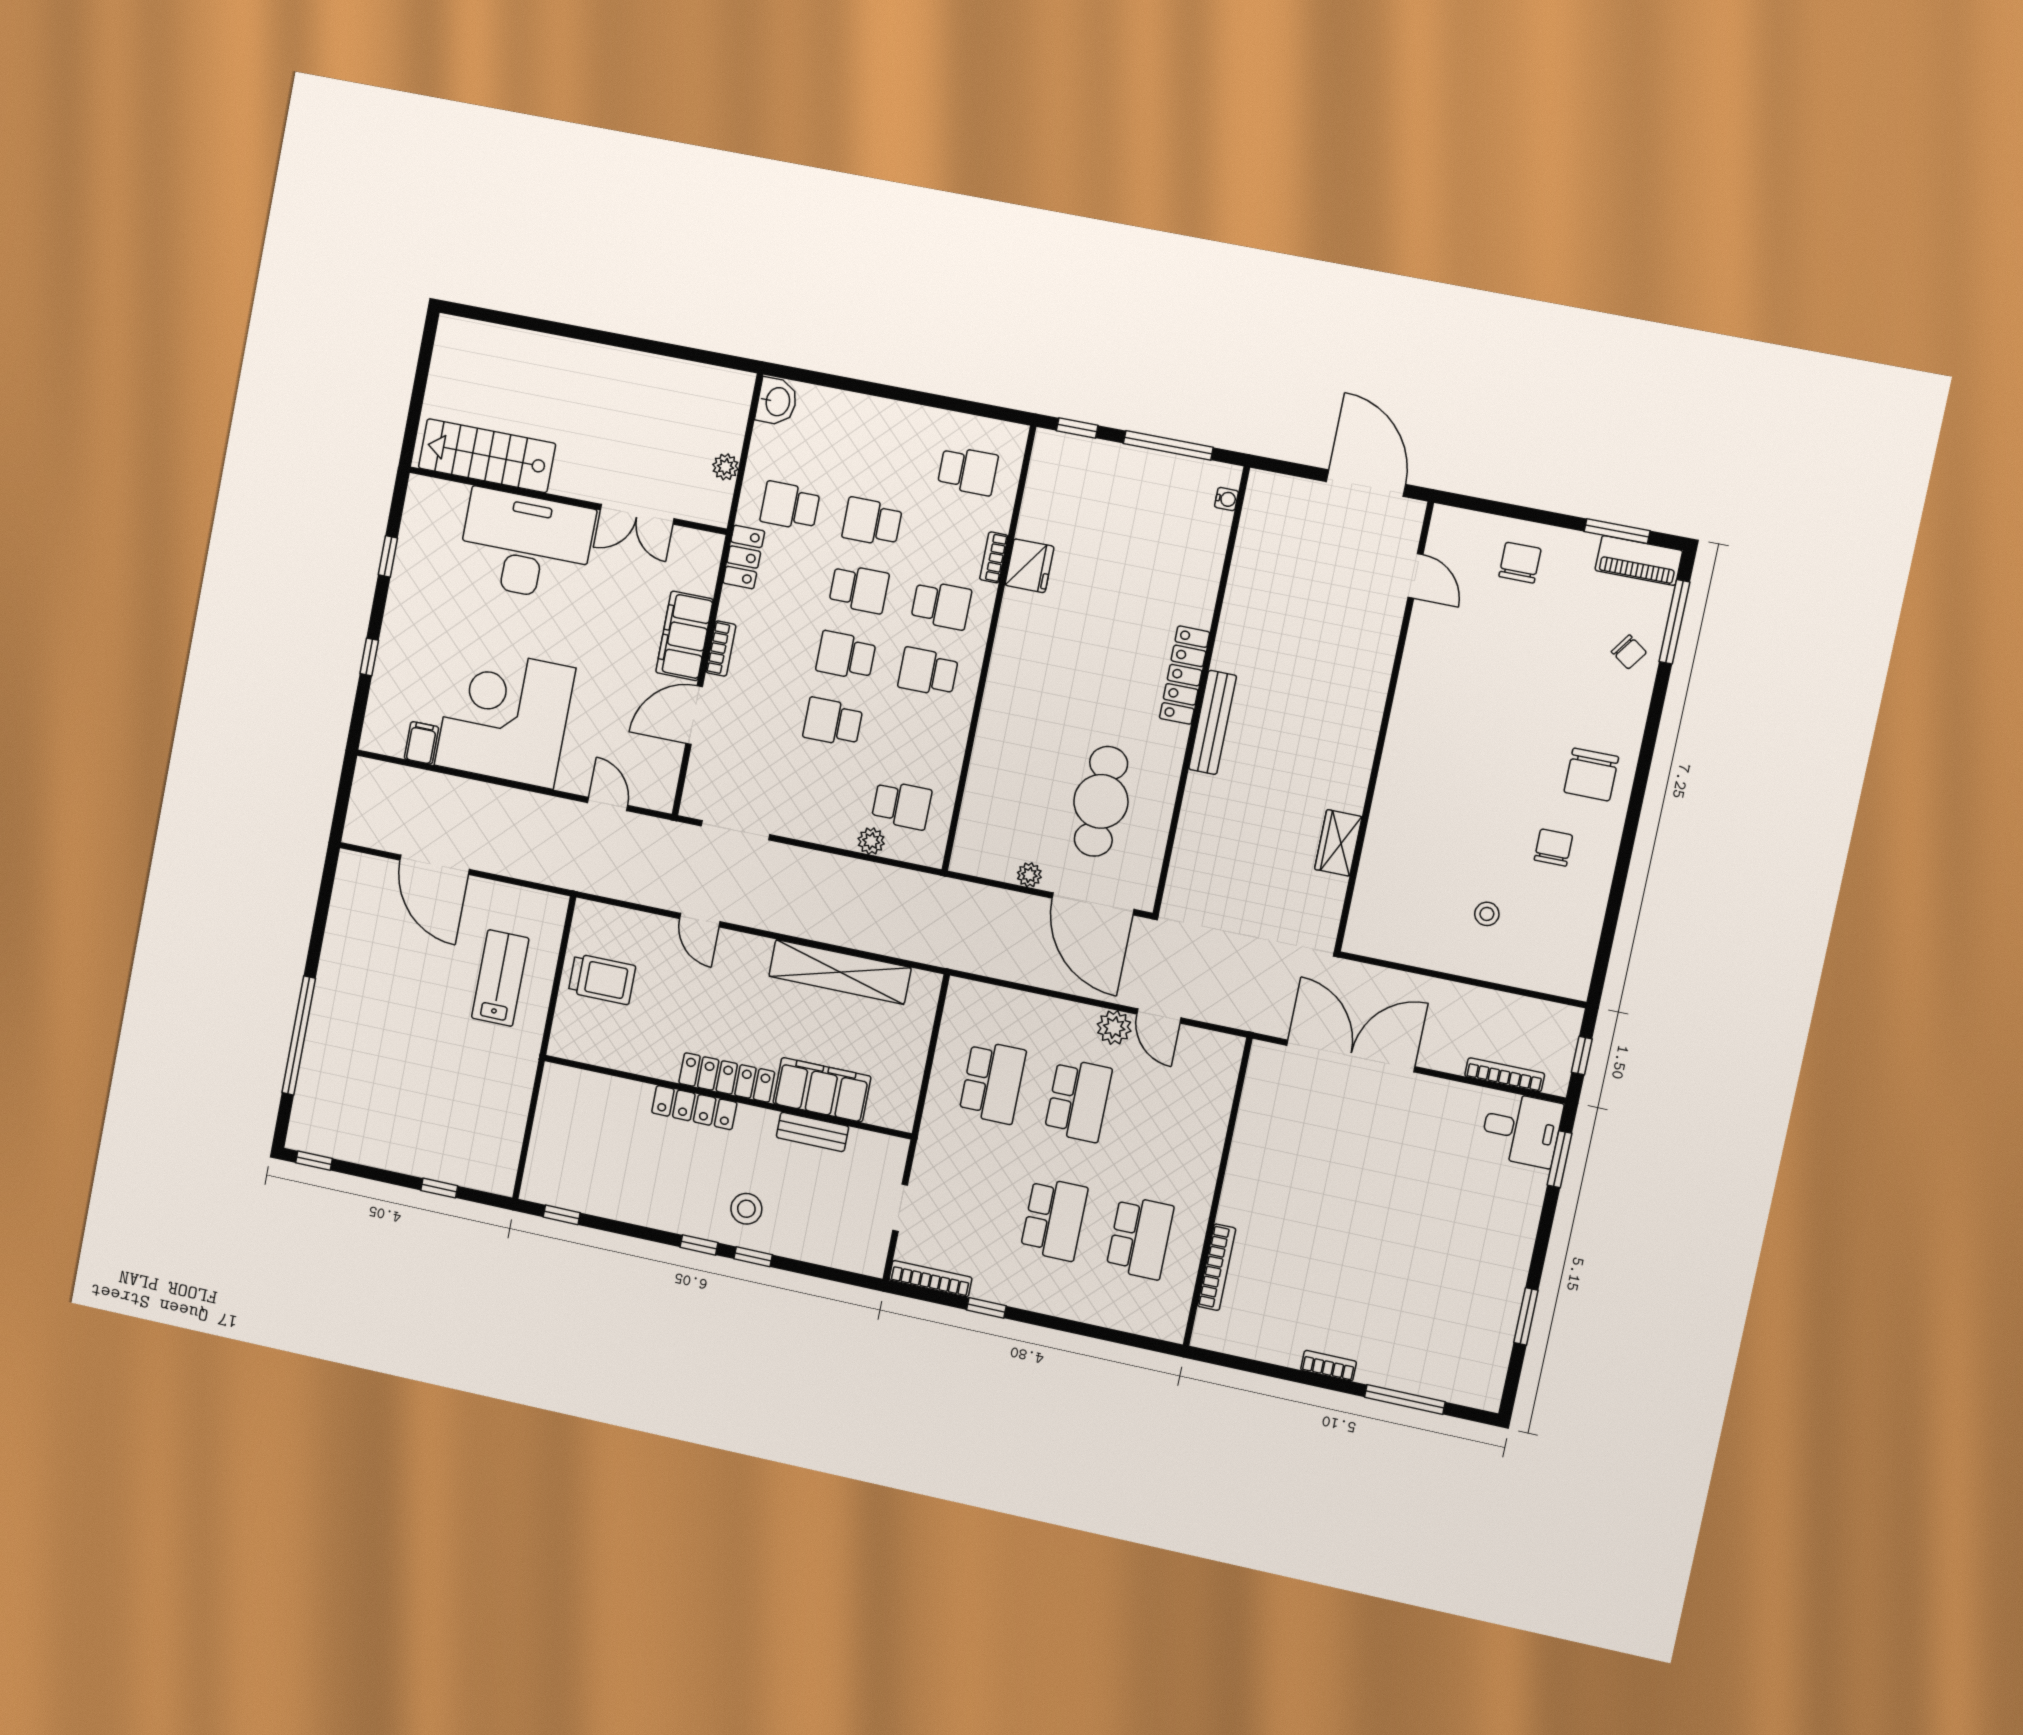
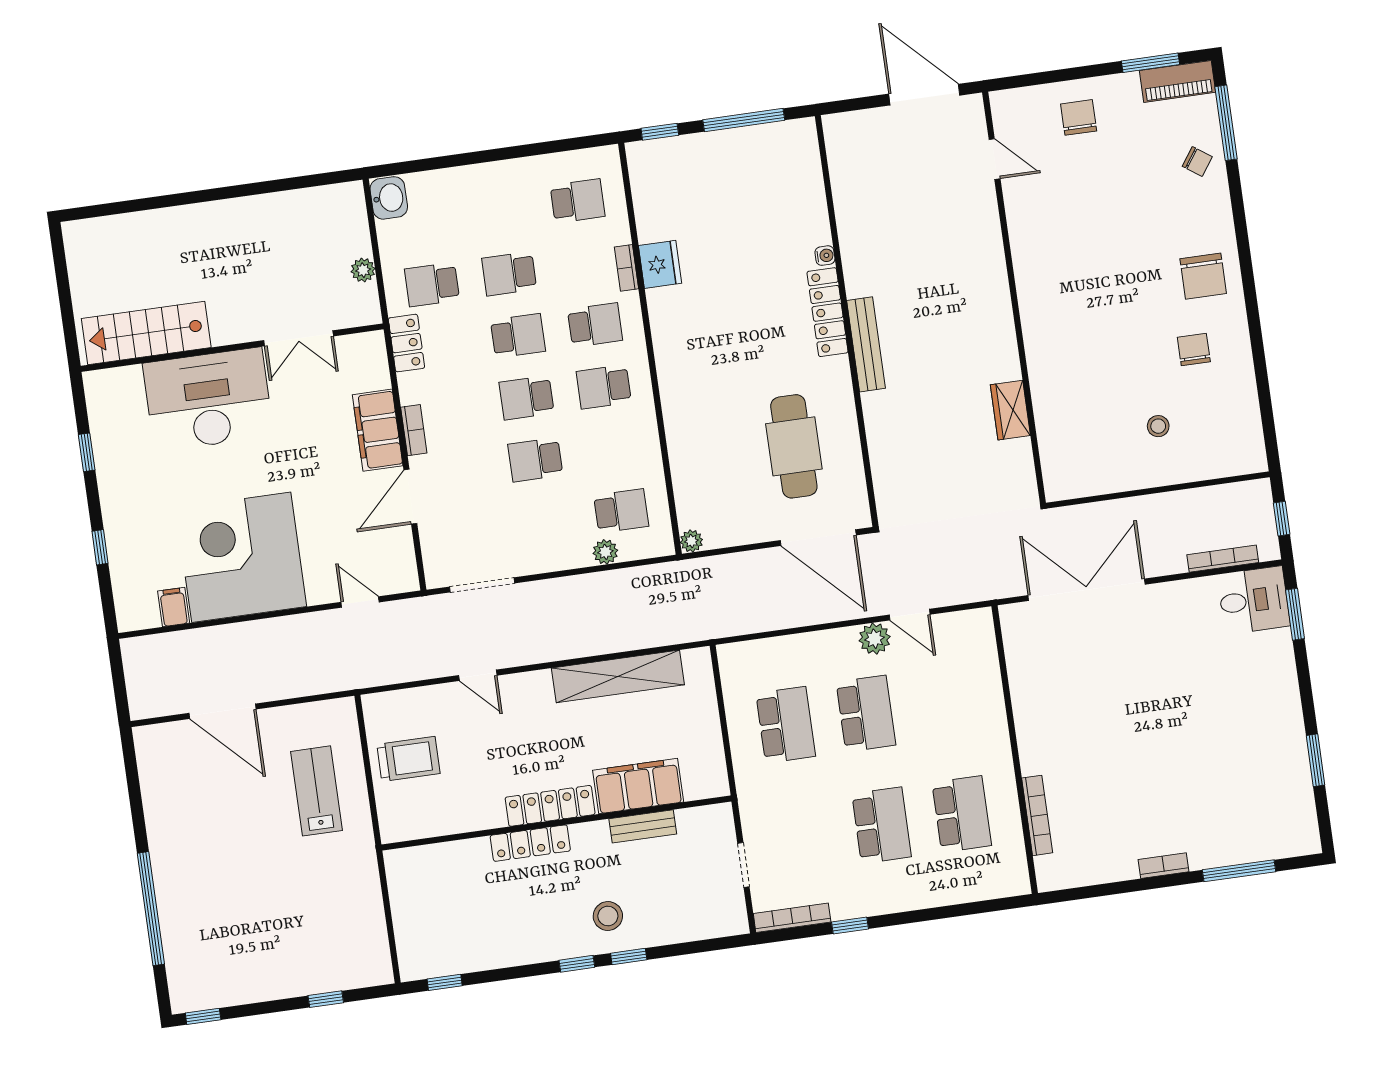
water cooler: (1226, 499) -> (825, 256), moved
plant: (1029, 875) -> (691, 541), moved

